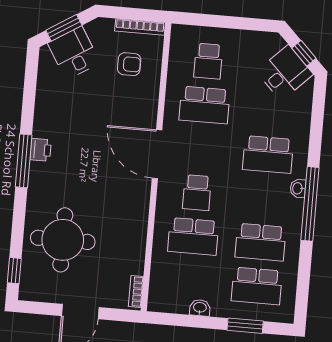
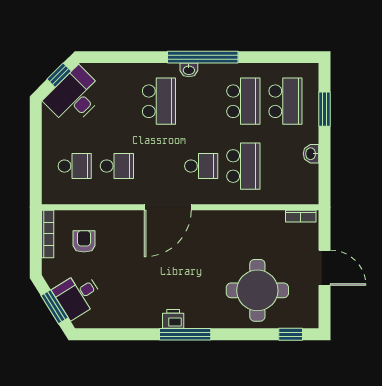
desk: (285, 73) -> (75, 97), width x1.37
school desk: (204, 105) -> (117, 166), width x0.54

